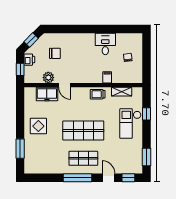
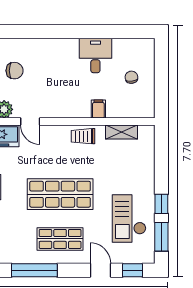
window: (146, 114) -> (161, 204), moved
checkout: (130, 124) -> (129, 219), moved
window: (77, 178) -> (34, 270), moved

